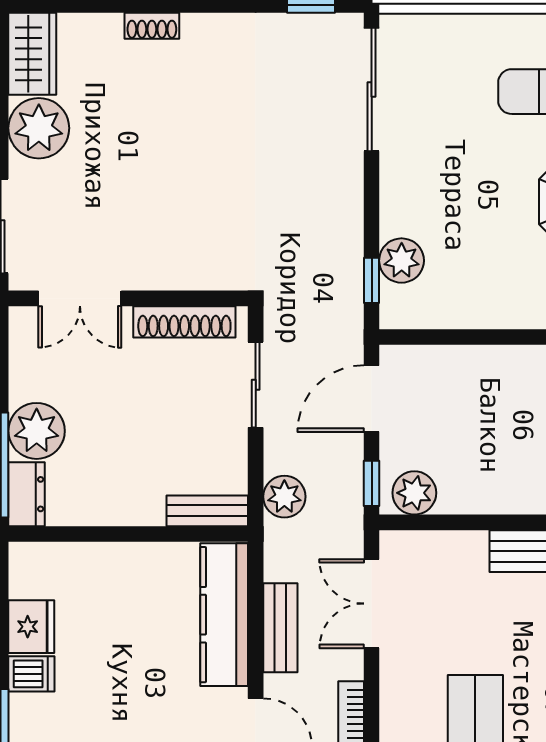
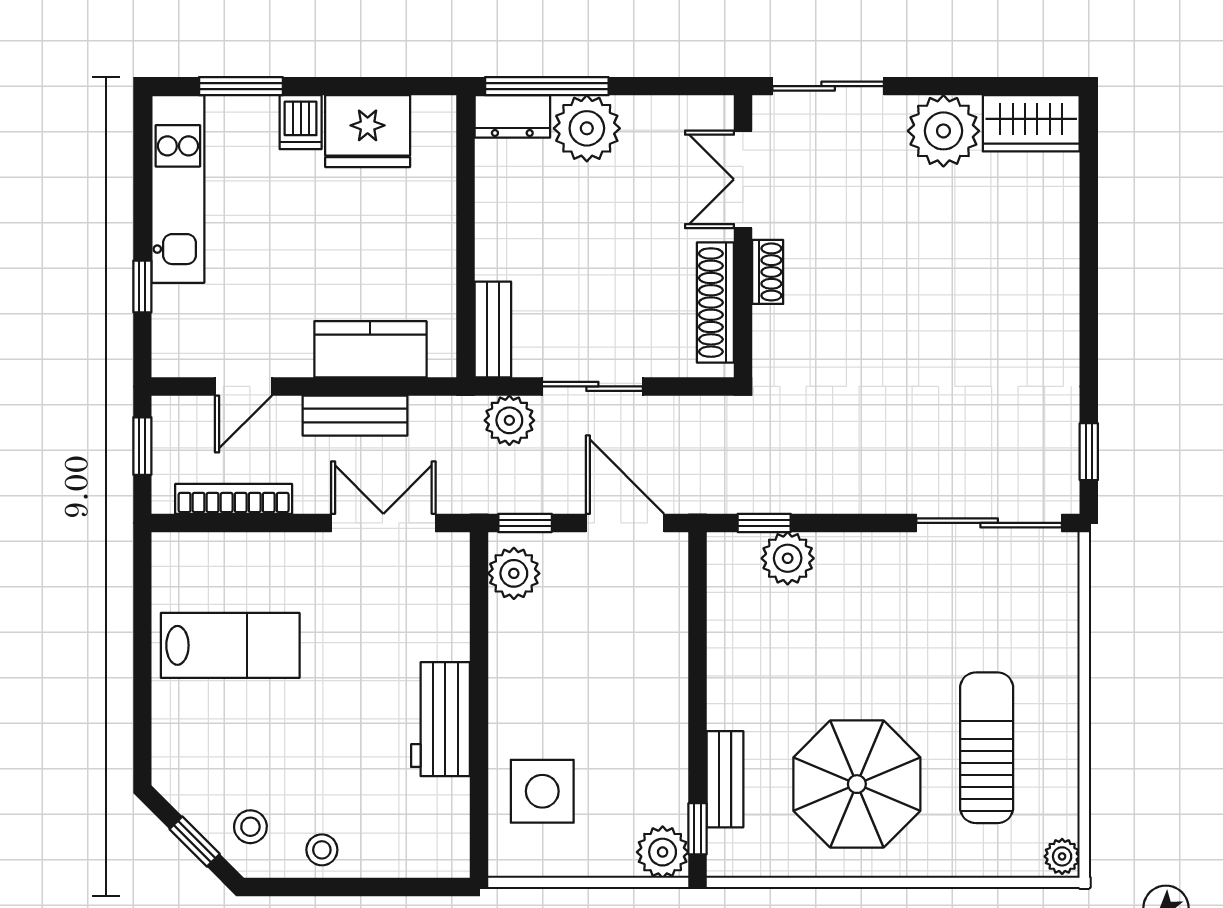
shoe rack: (152, 26) -> (768, 272), moved, turned 180
sliding door: (256, 385) -> (592, 386), moved
kitchen counter: (224, 615) -> (370, 349), width x0.67
fridge: (31, 627) -> (368, 131), width x1.36, depth x1.34

